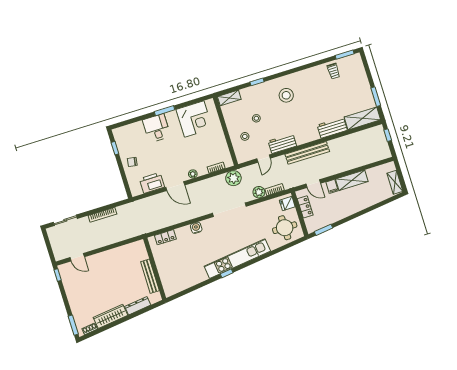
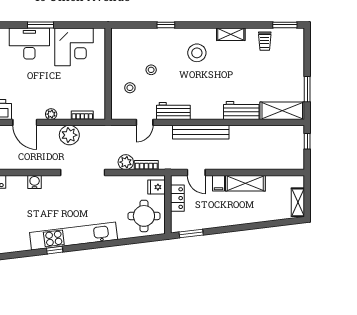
shelving: (229, 98) -> (231, 34), moved
desk: (157, 128) -> (29, 43), width x1.37
plant: (233, 178) -> (69, 135), moved

